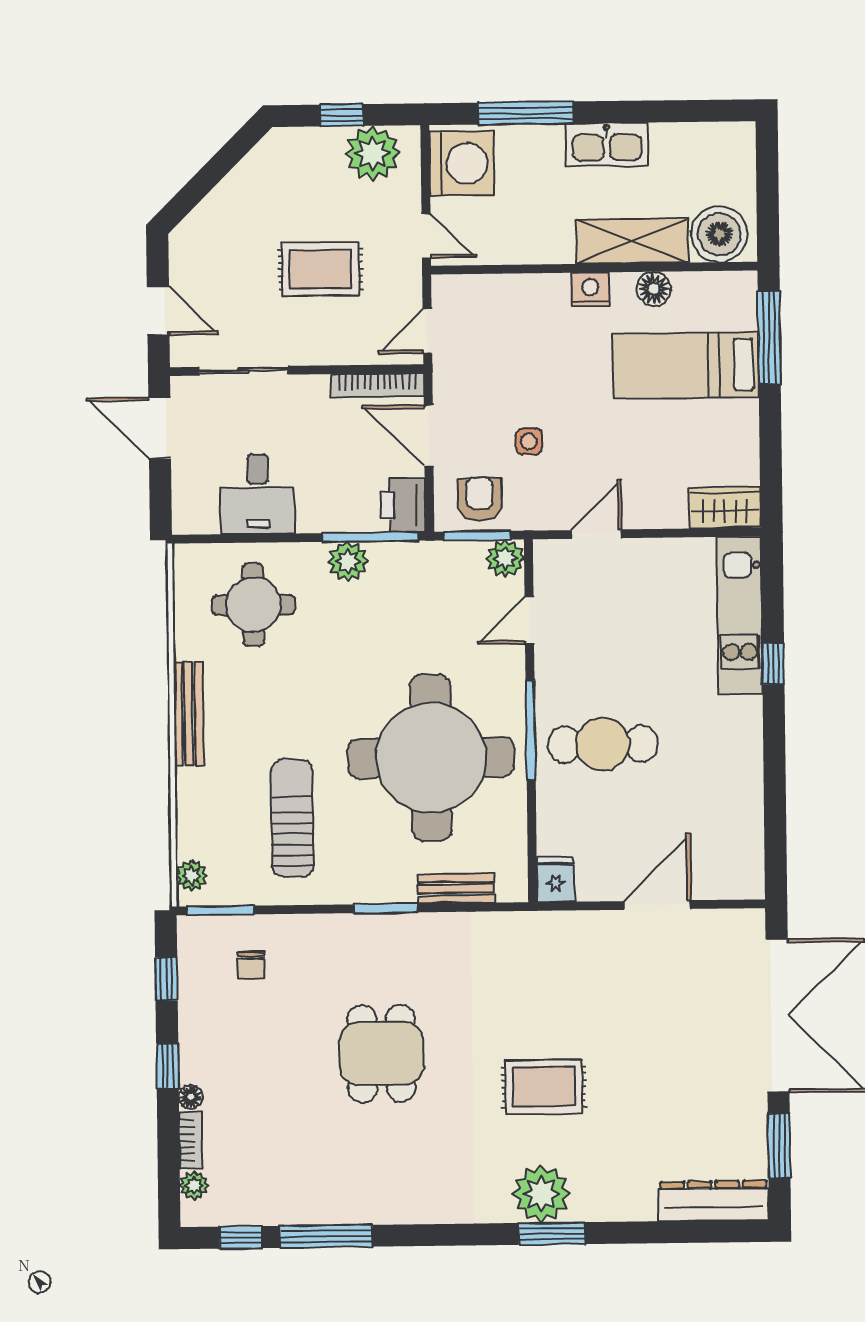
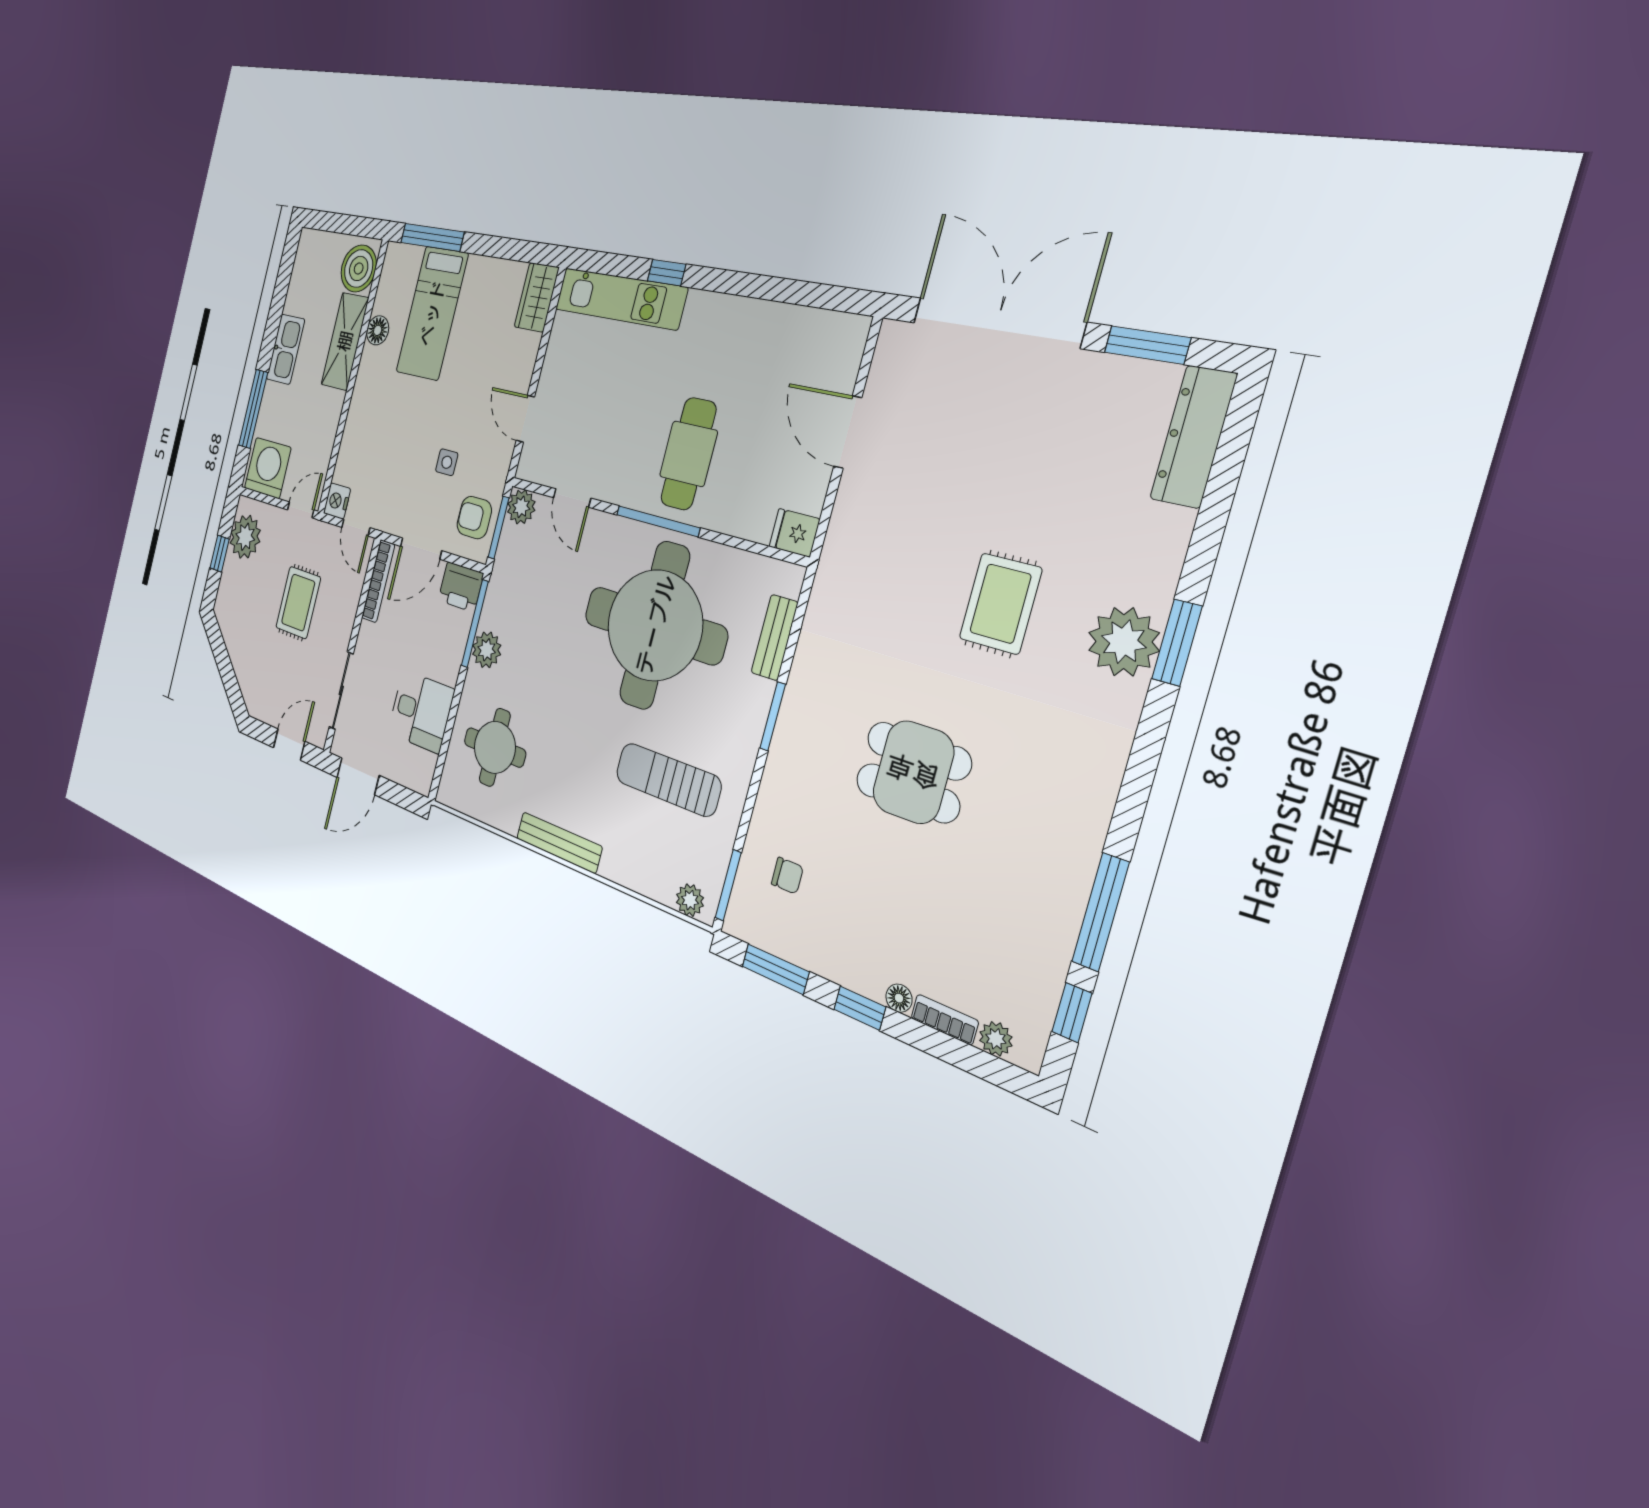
nightstand: (590, 290) -> (337, 501), moved
window: (166, 979) -> (775, 969), width x1.50

